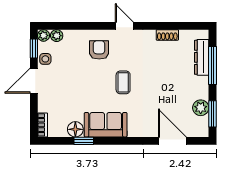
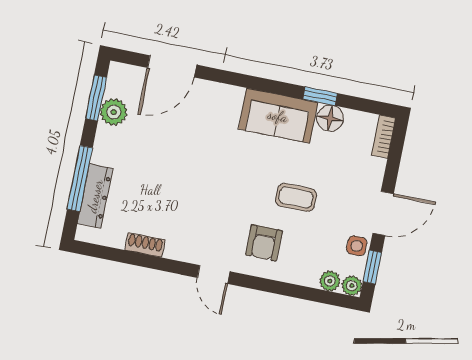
coffee table: (123, 82) -> (296, 197), moved, turned 90
door: (172, 141) -> (172, 66), hinge flipped

